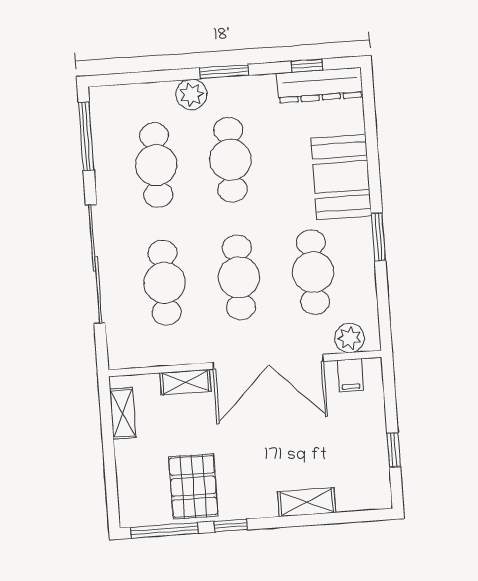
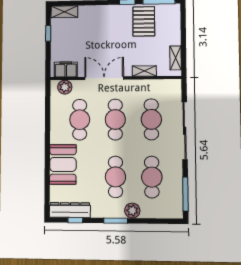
window: (378, 237) -> (48, 134), removed
double door: (268, 362) -> (104, 78), width x0.73
filing cabinet: (350, 375) -> (66, 69), width x2.00
shelving: (307, 502) -> (64, 12), moved

